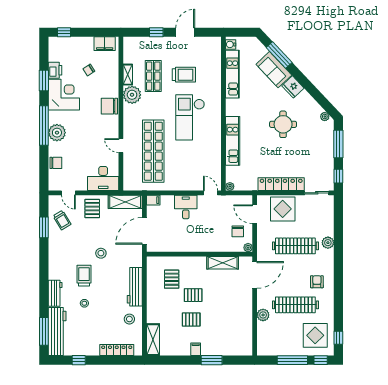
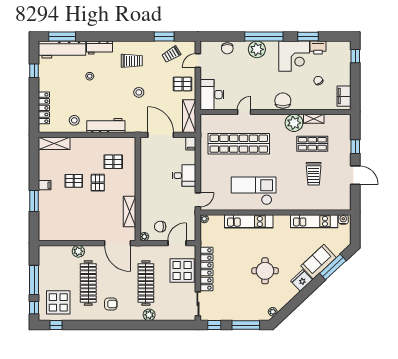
checkout: (190, 117) -> (254, 191), moved
trolley: (84, 276) -> (132, 61), moved
pallet: (191, 320) -> (74, 181), turned 90

